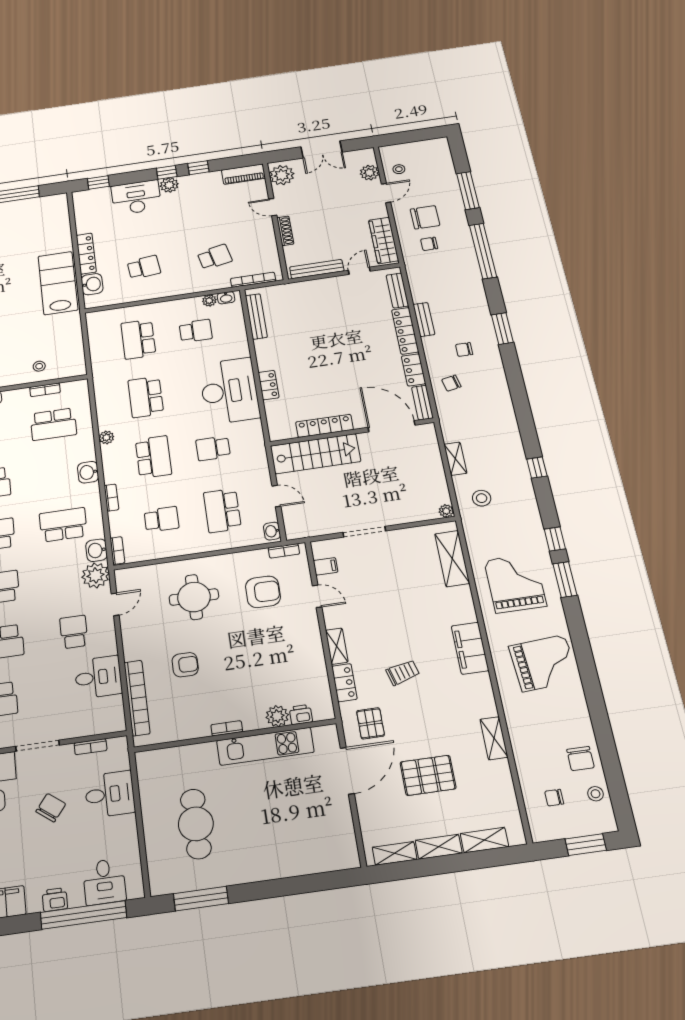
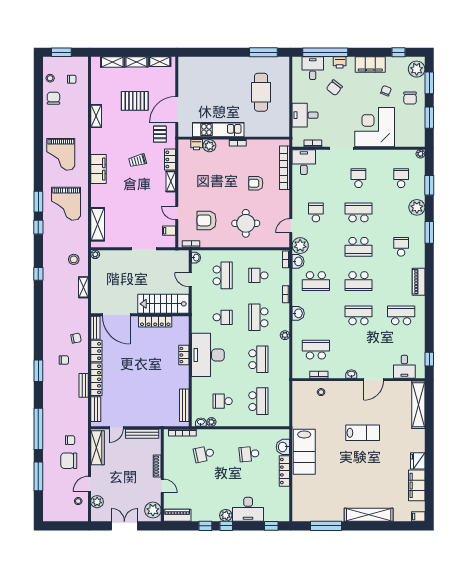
school desk: (74, 632) -> (316, 212), turned 180
grand piano: (544, 663) -> (61, 154), turned -86
desk: (98, 677) -> (304, 162), moved, turned 90
chair: (51, 808) -> (334, 88), moved

